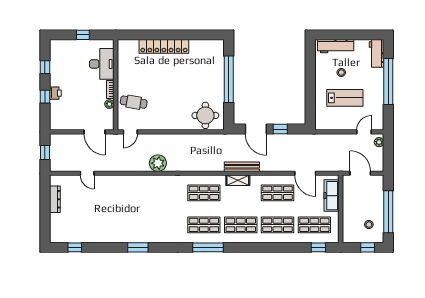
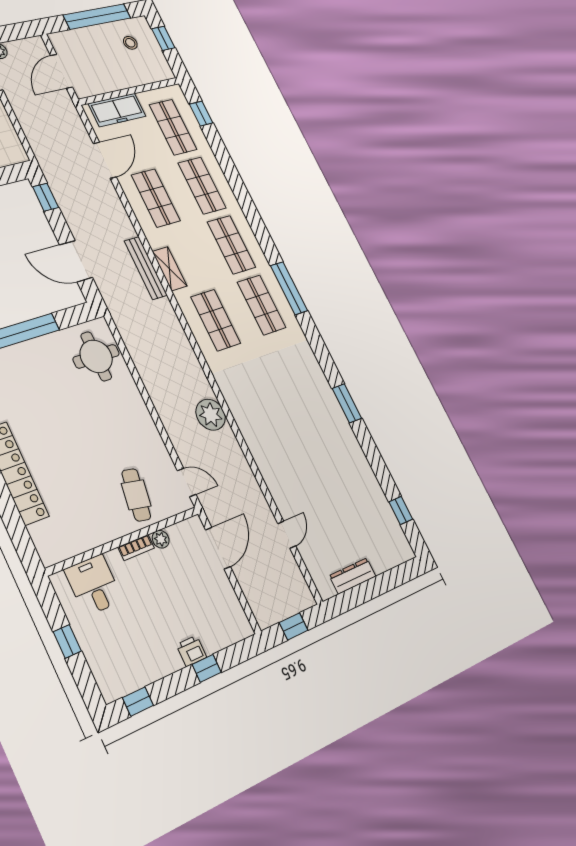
desk: (102, 64) -> (94, 585), width x0.73
window: (45, 67) -> (138, 702), moved
door: (256, 129) -> (76, 261), swing flipped
window: (280, 129) -> (46, 197), moved

